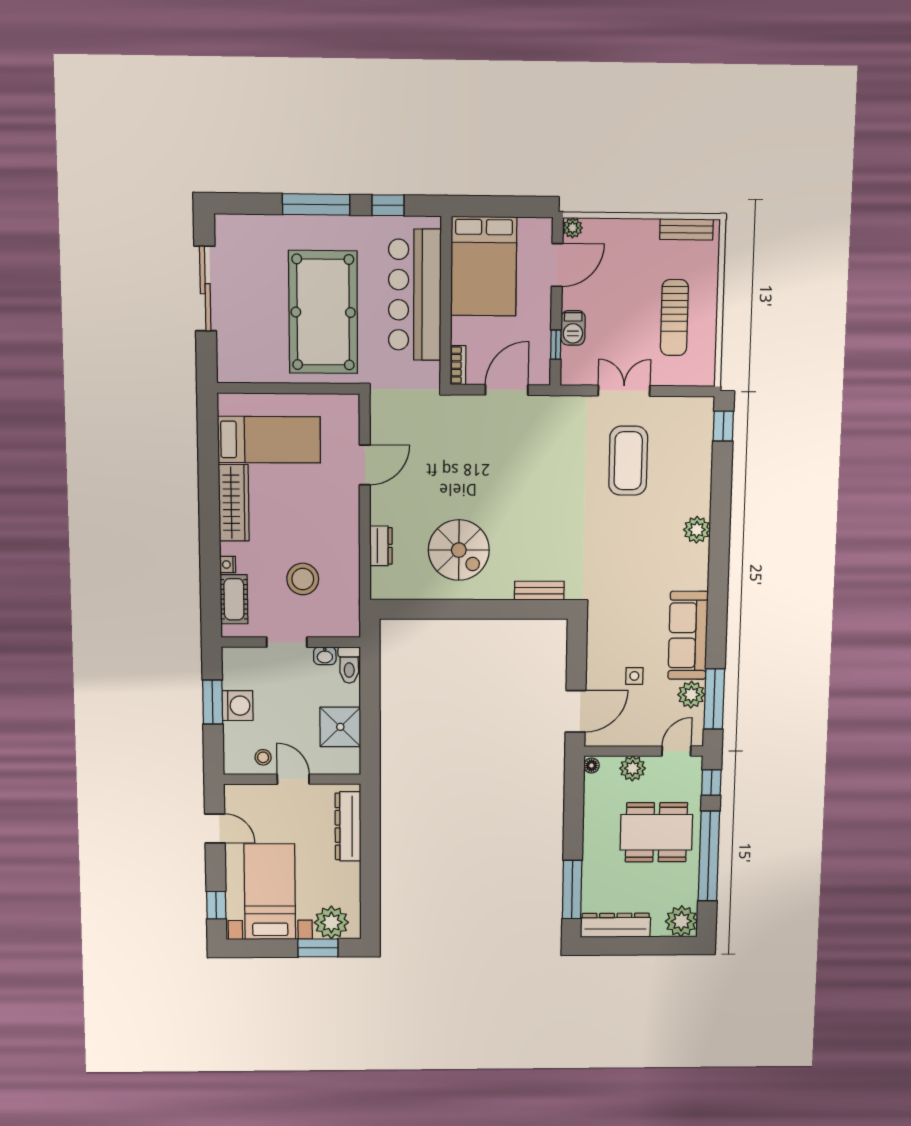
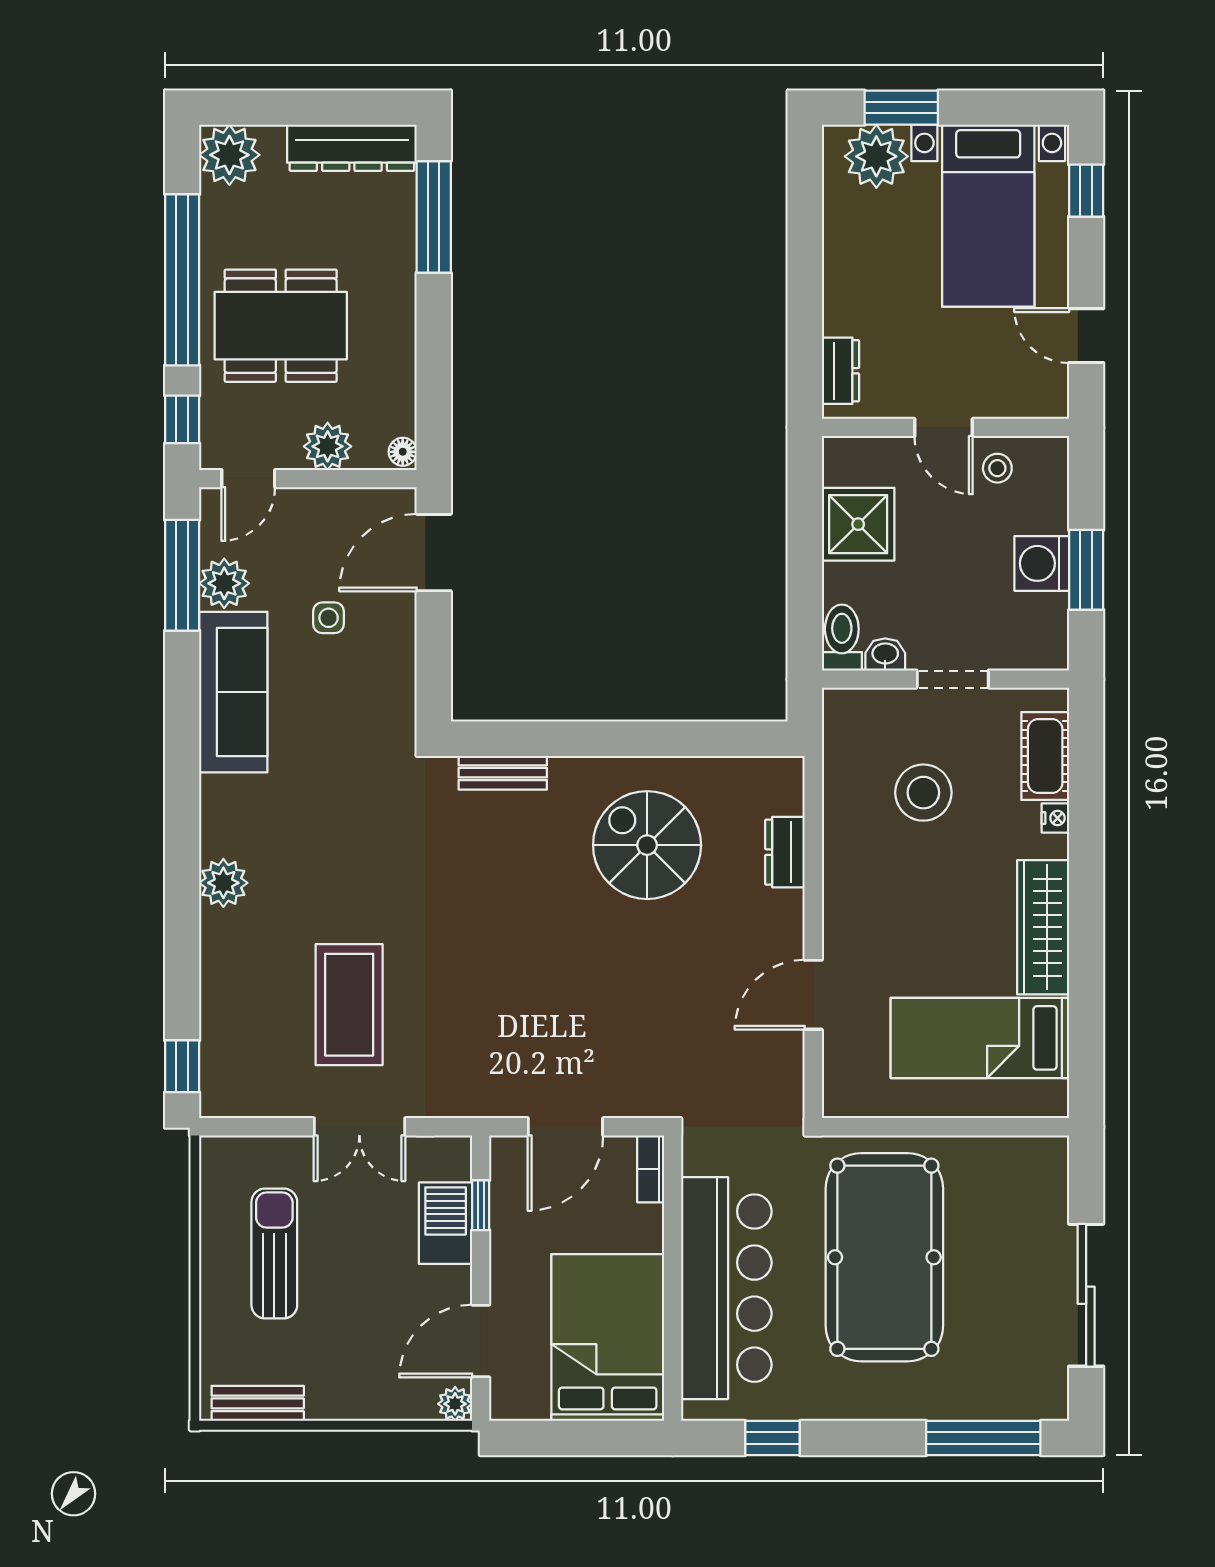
window: (316, 204) -> (983, 1438), moved
barbecue: (573, 328) -> (446, 1223), width x1.38, depth x1.27
dresser: (348, 826) -> (840, 371), width x0.51, depth x0.80

